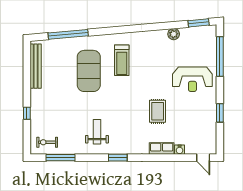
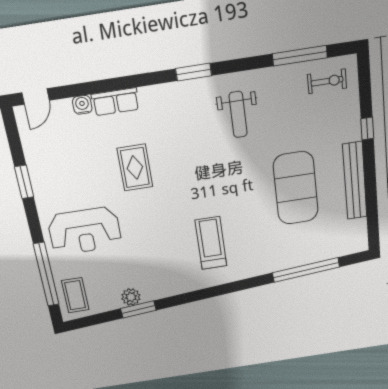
window: (199, 23) -> (138, 309), moved
coffee table: (206, 41) -> (75, 295), added
bench: (36, 66) -> (355, 181), moved
exercise mat: (89, 71) -> (296, 188), moved
reception desk: (192, 79) -> (85, 231), turned 180
door: (203, 158) -> (36, 97), swing flipped

